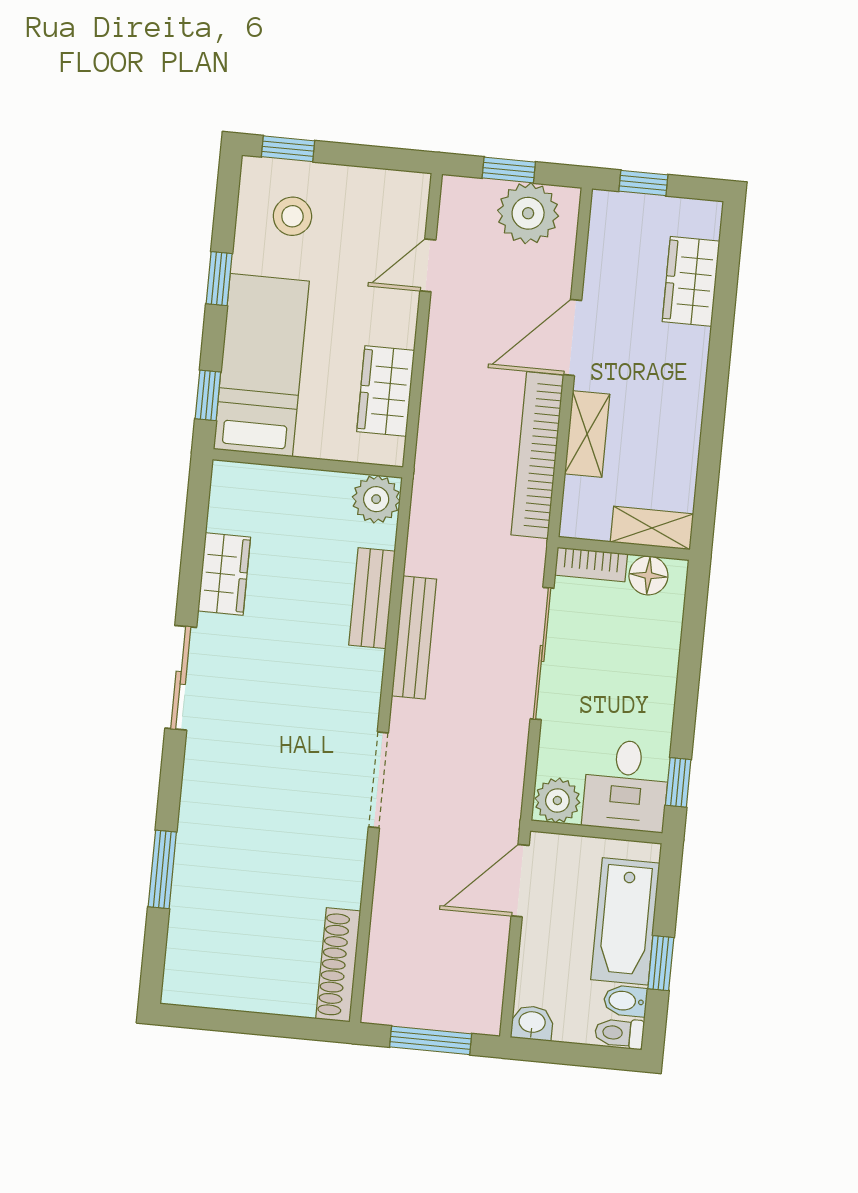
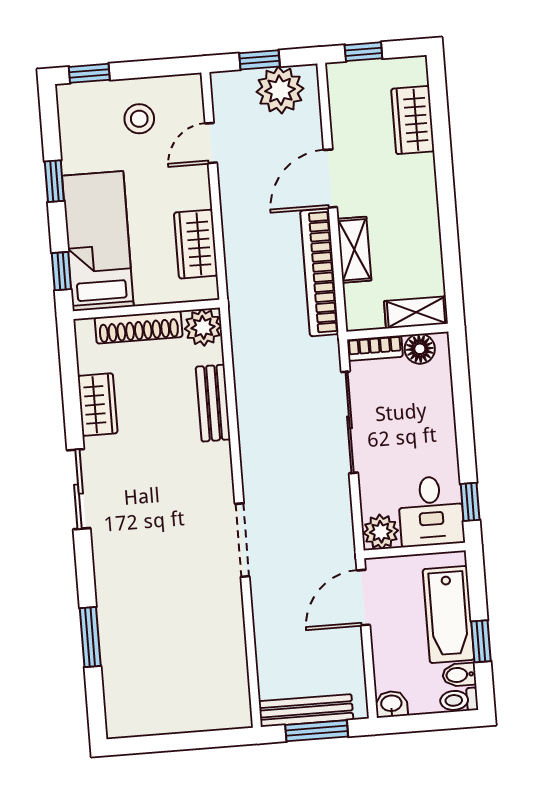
stool: (292, 216) -> (139, 119), moved
bench: (414, 637) -> (306, 710), moved, turned 90
shoe rack: (338, 965) -> (139, 327), moved, turned -90

